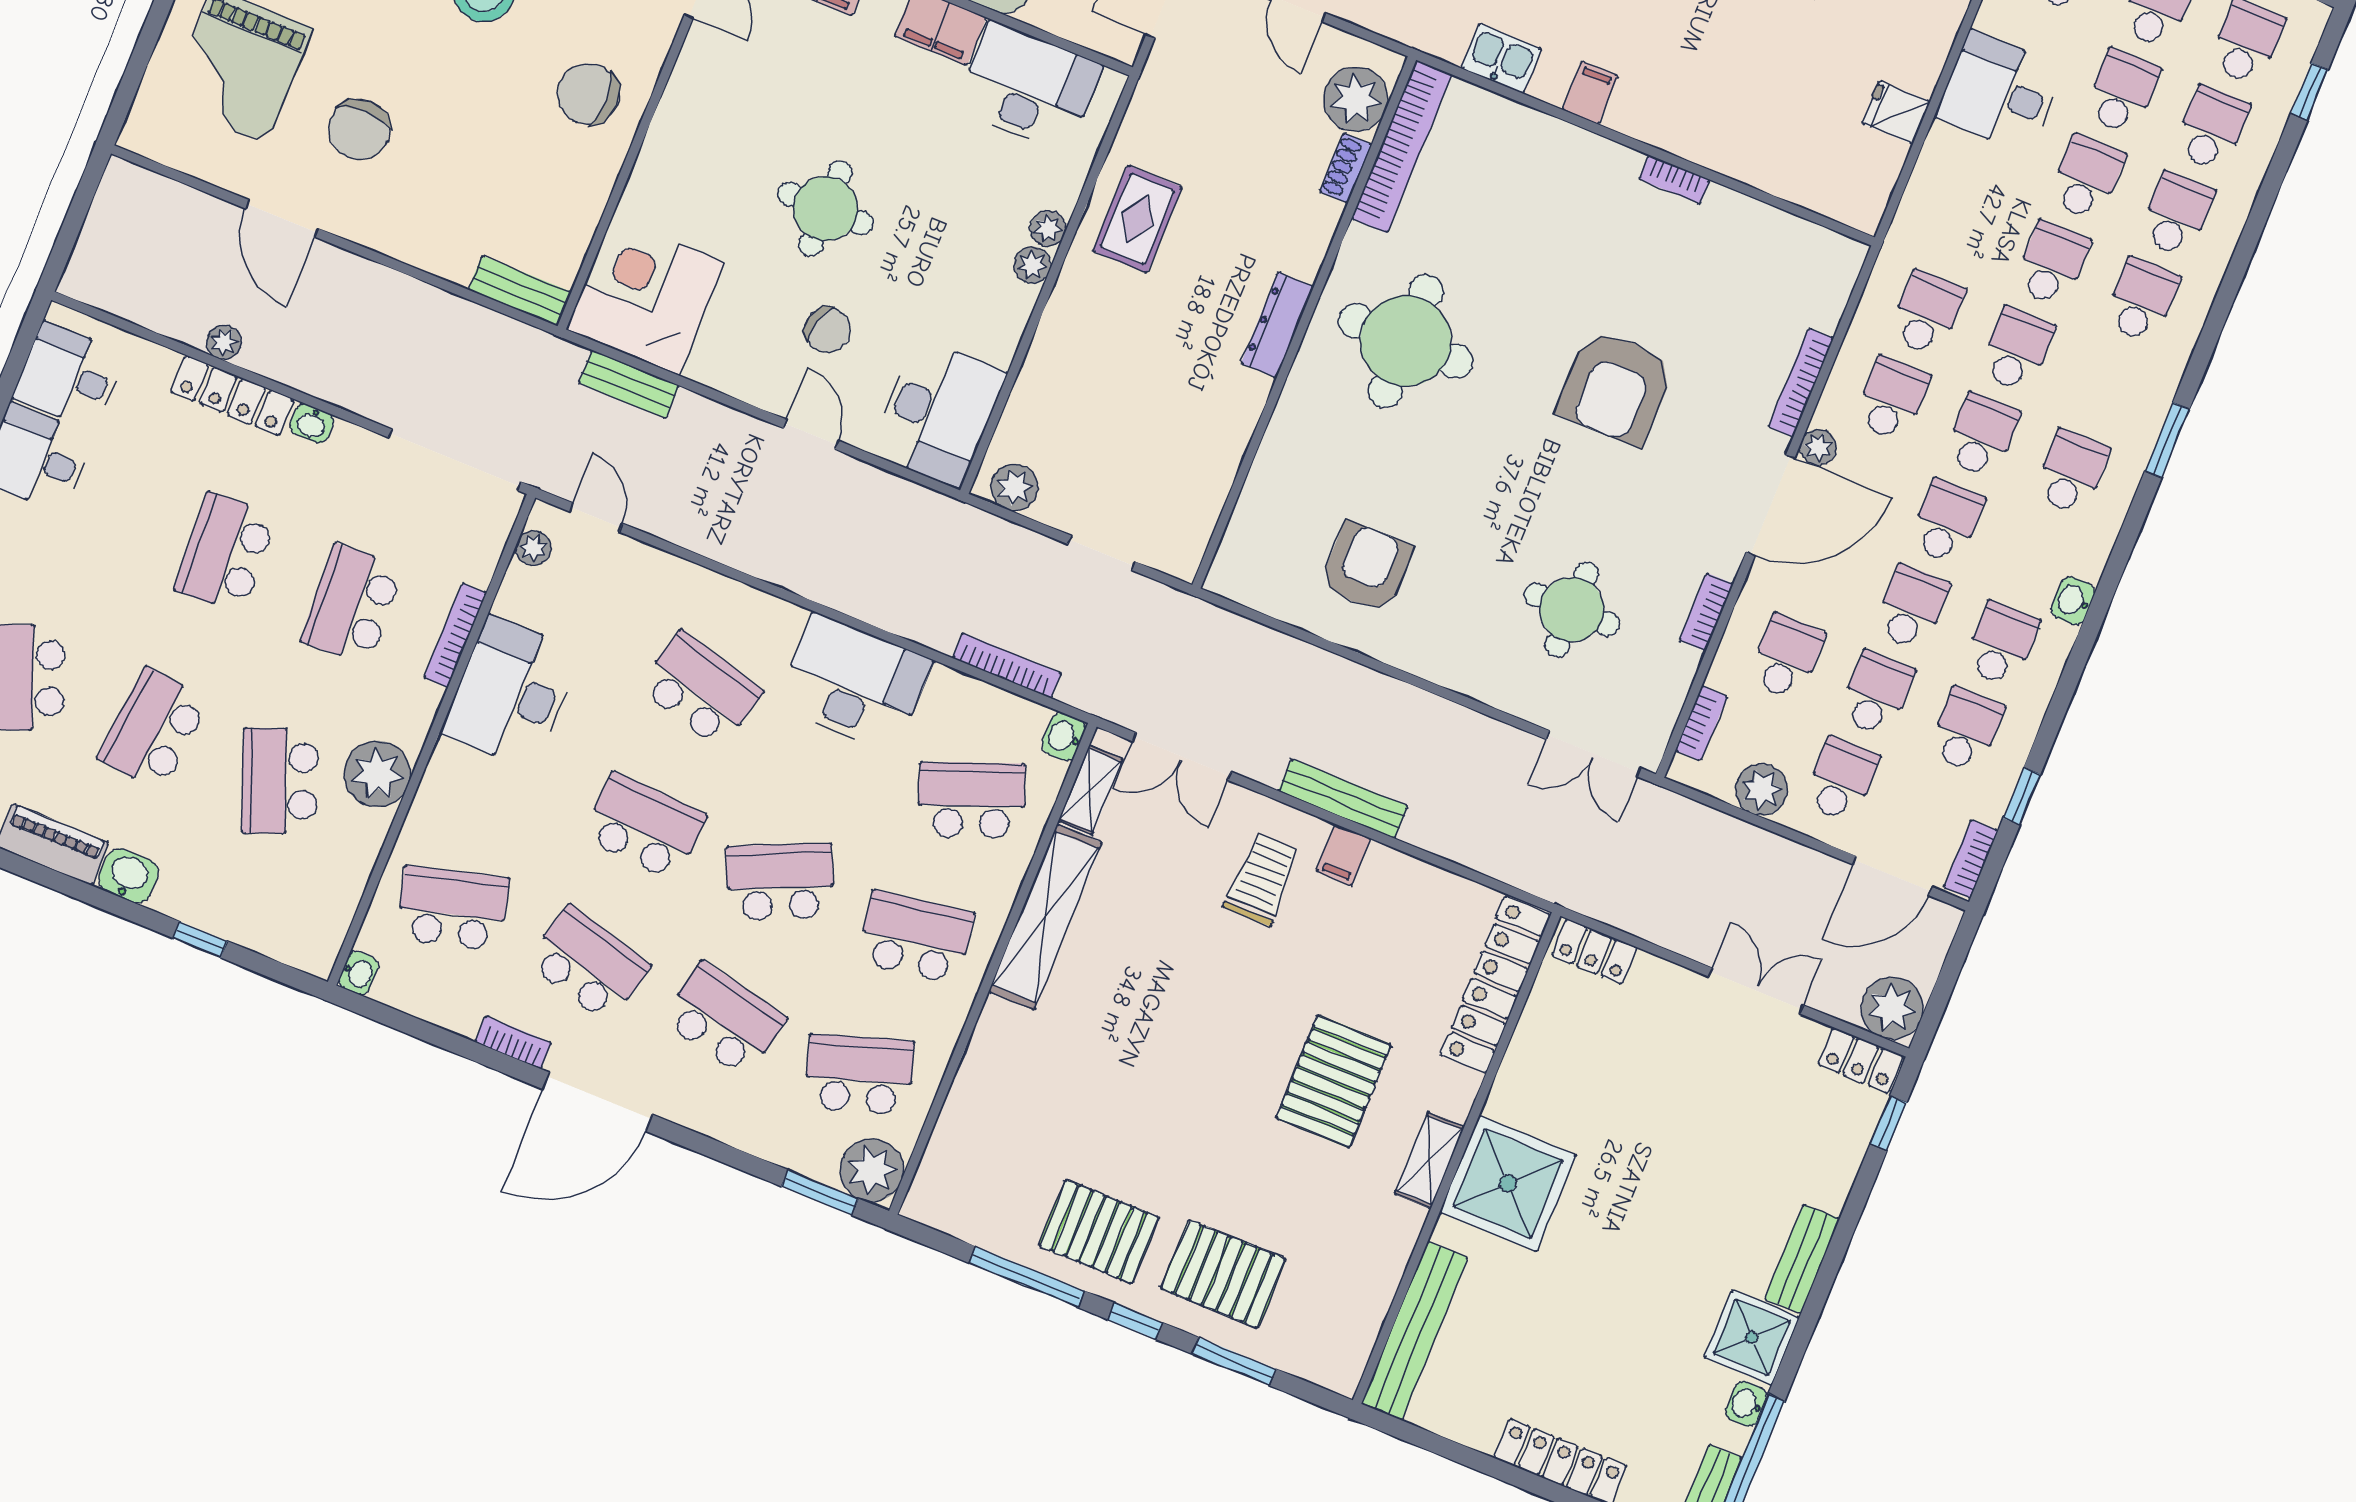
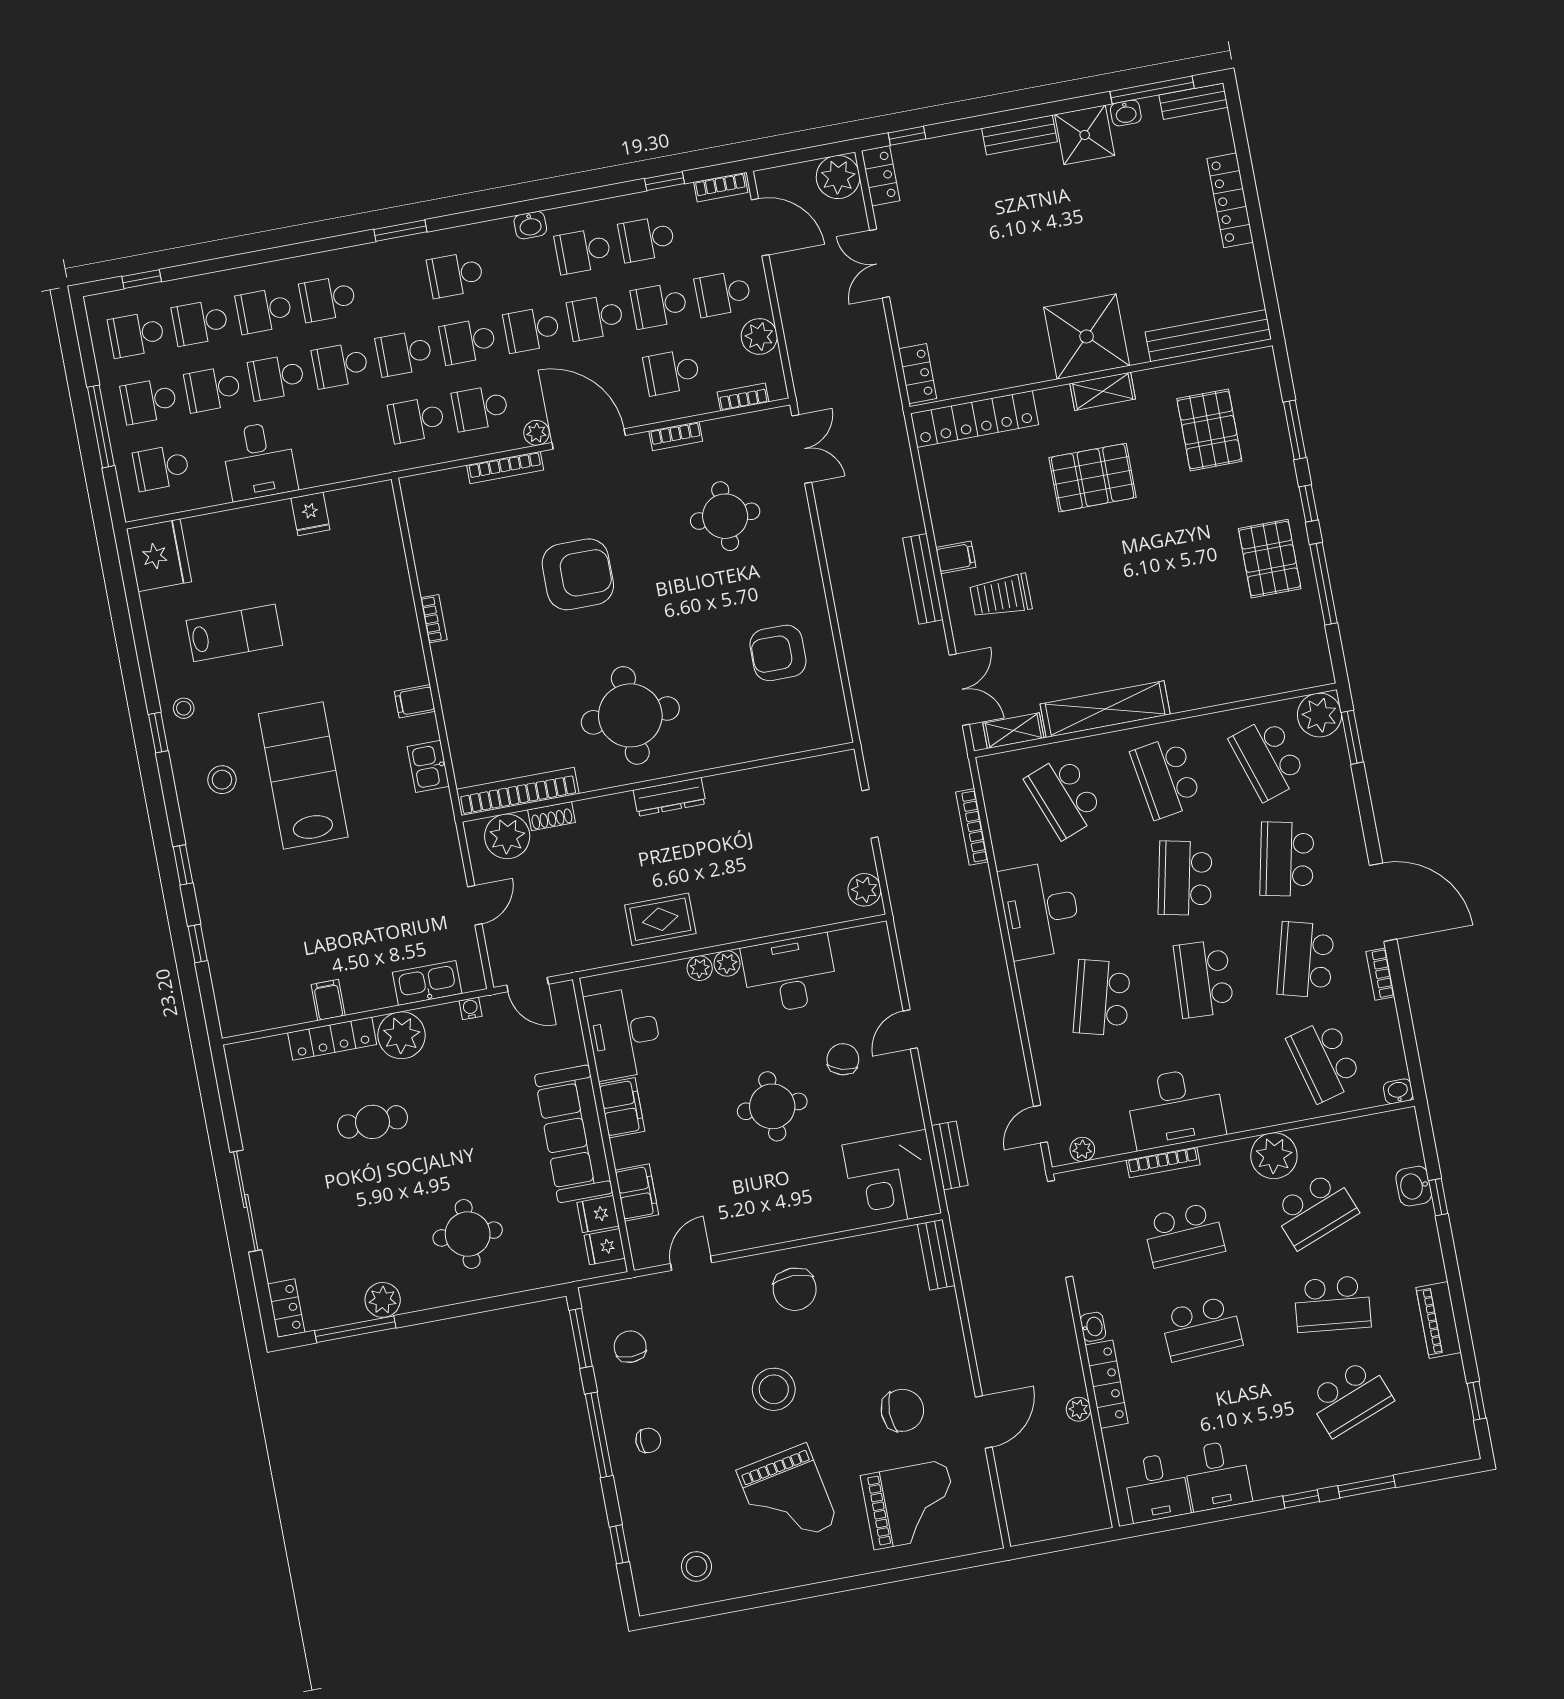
desk: (938, 413) -> (790, 974), moved
washbasin: (1064, 737) -> (992, 767), removed
washbasin: (128, 876) -> (1414, 1186), moved
school desk: (780, 882) -> (1185, 878), turned 36
pallet: (1223, 1274) -> (1209, 430), moved

